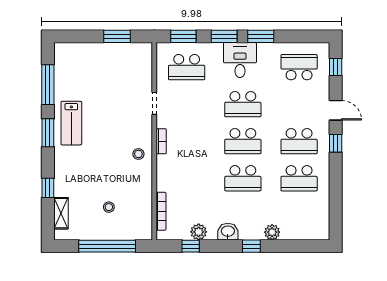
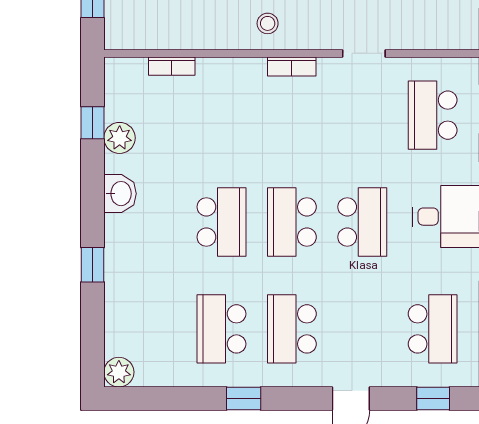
school desk: (243, 104) -> (362, 222), turned 180
window: (336, 143) -> (244, 399), moved
school desk: (243, 178) -> (221, 222), turned 180
bookcase: (161, 211) -> (172, 66), width x0.64
plant: (272, 232) -> (119, 372), moved
window: (251, 246) -> (92, 265), moved

